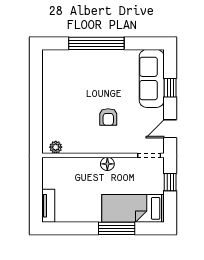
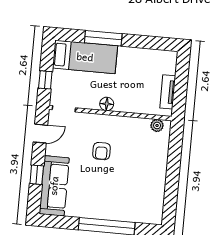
armchair: (108, 117) -> (101, 151), turned 180
tv unit: (48, 206) -> (168, 92), moved

